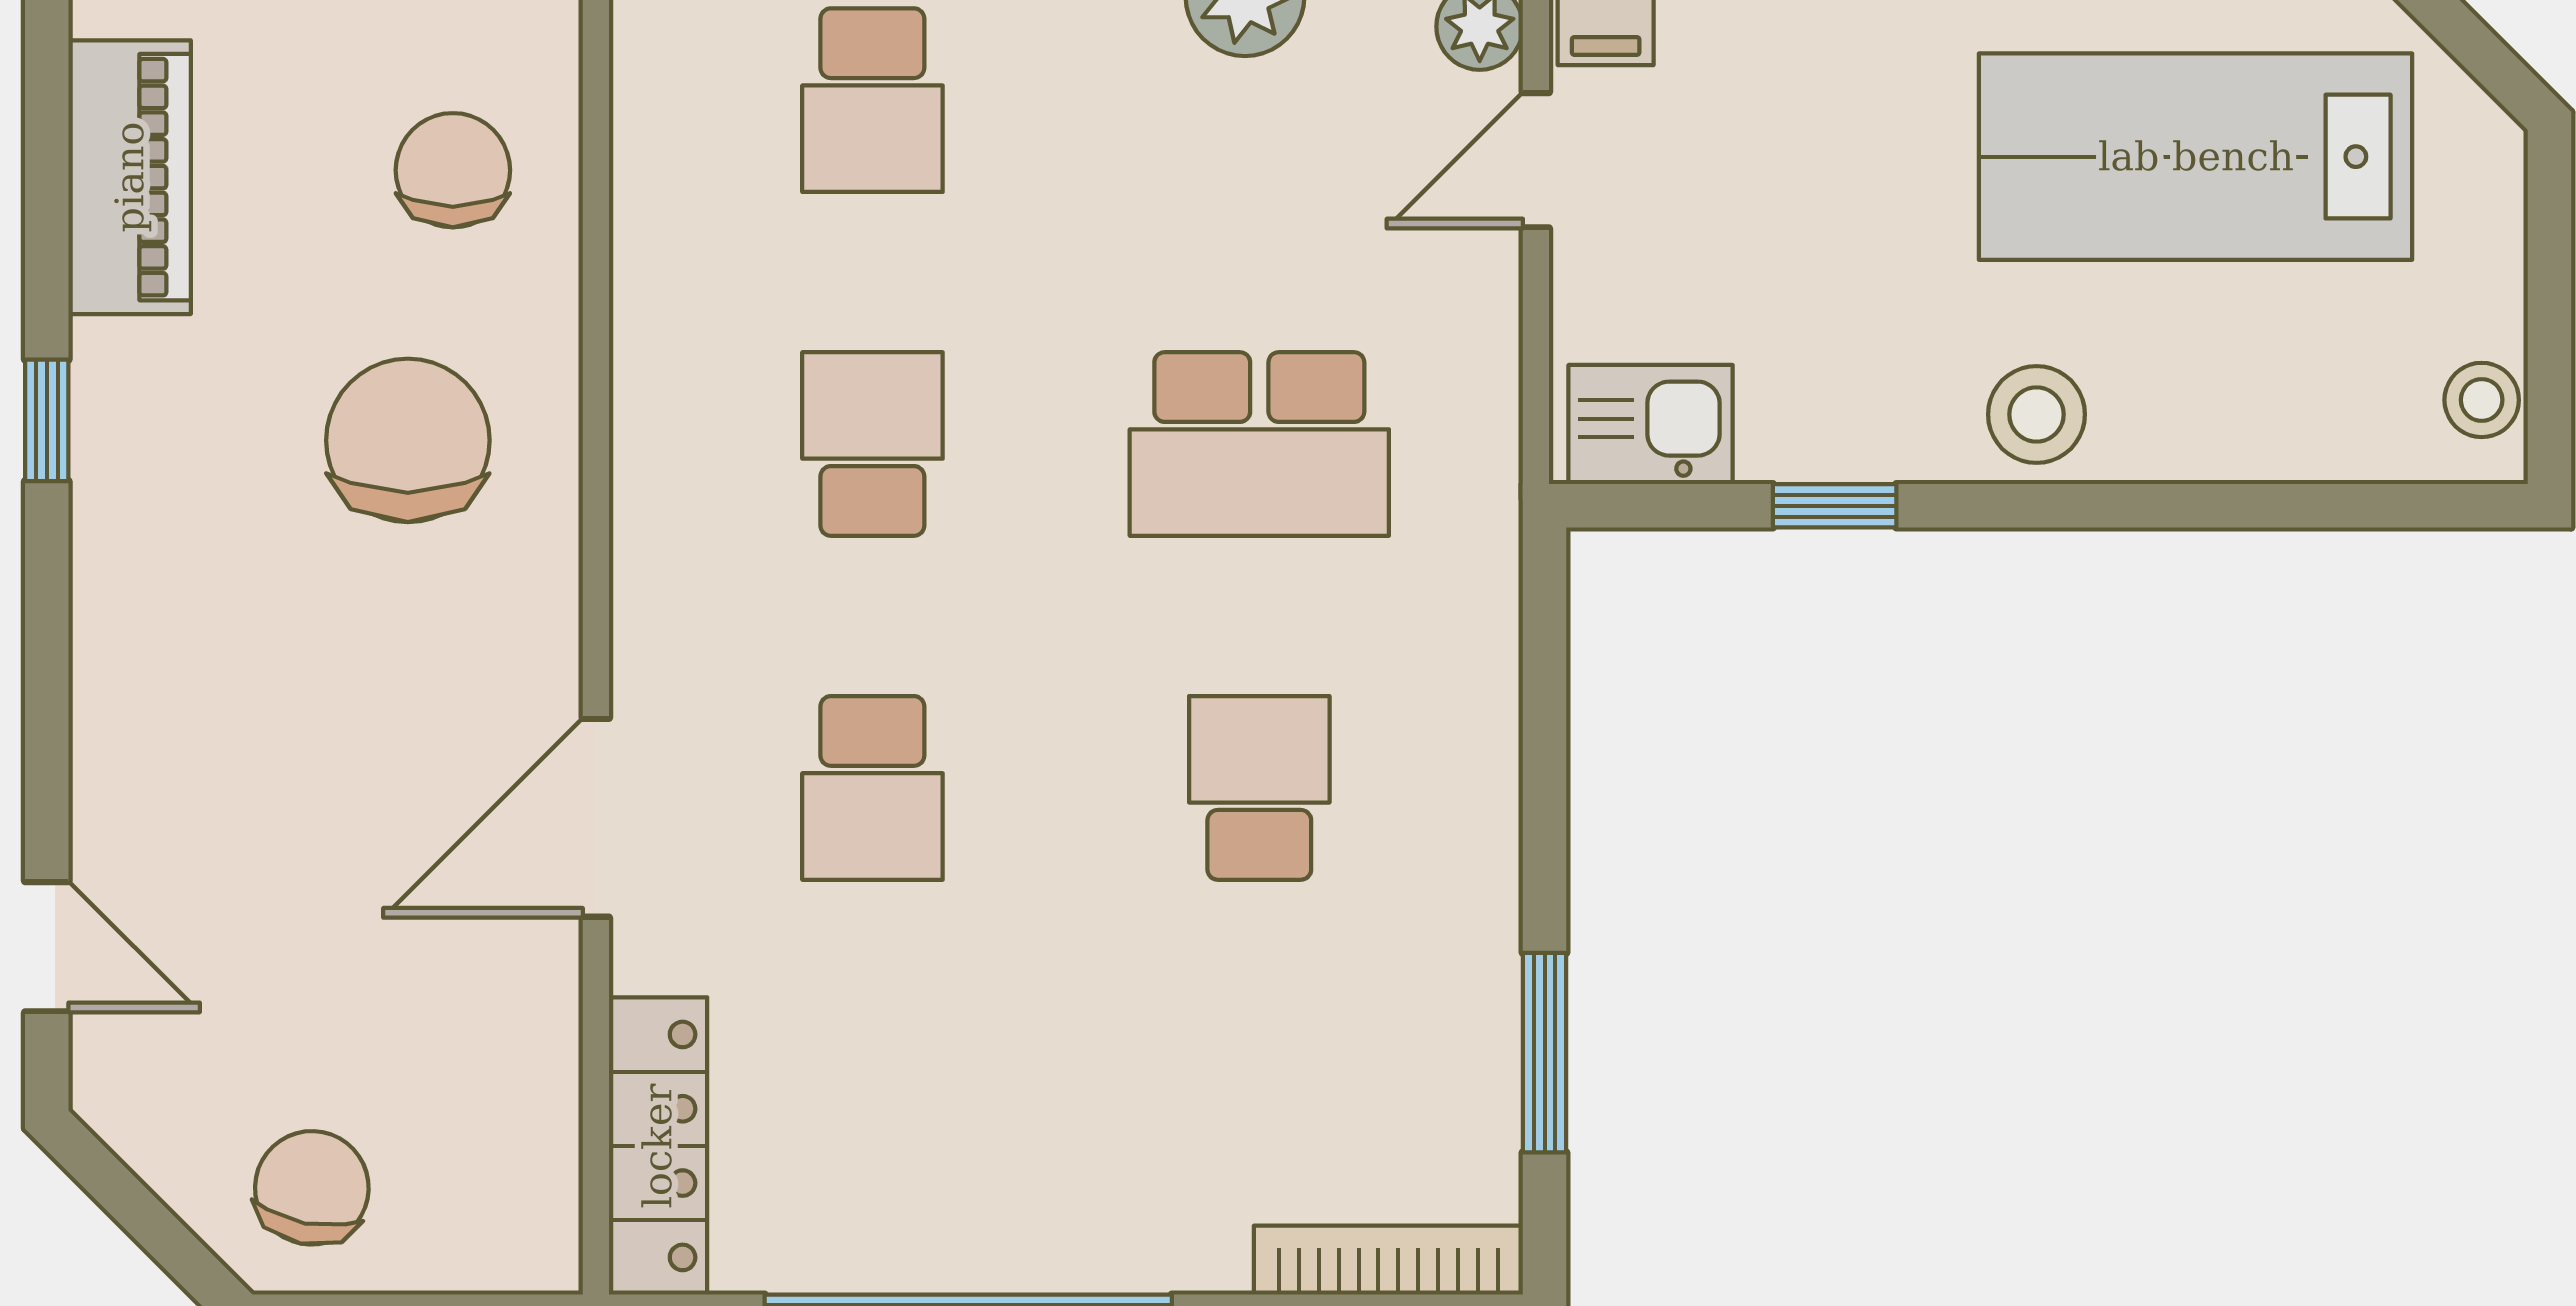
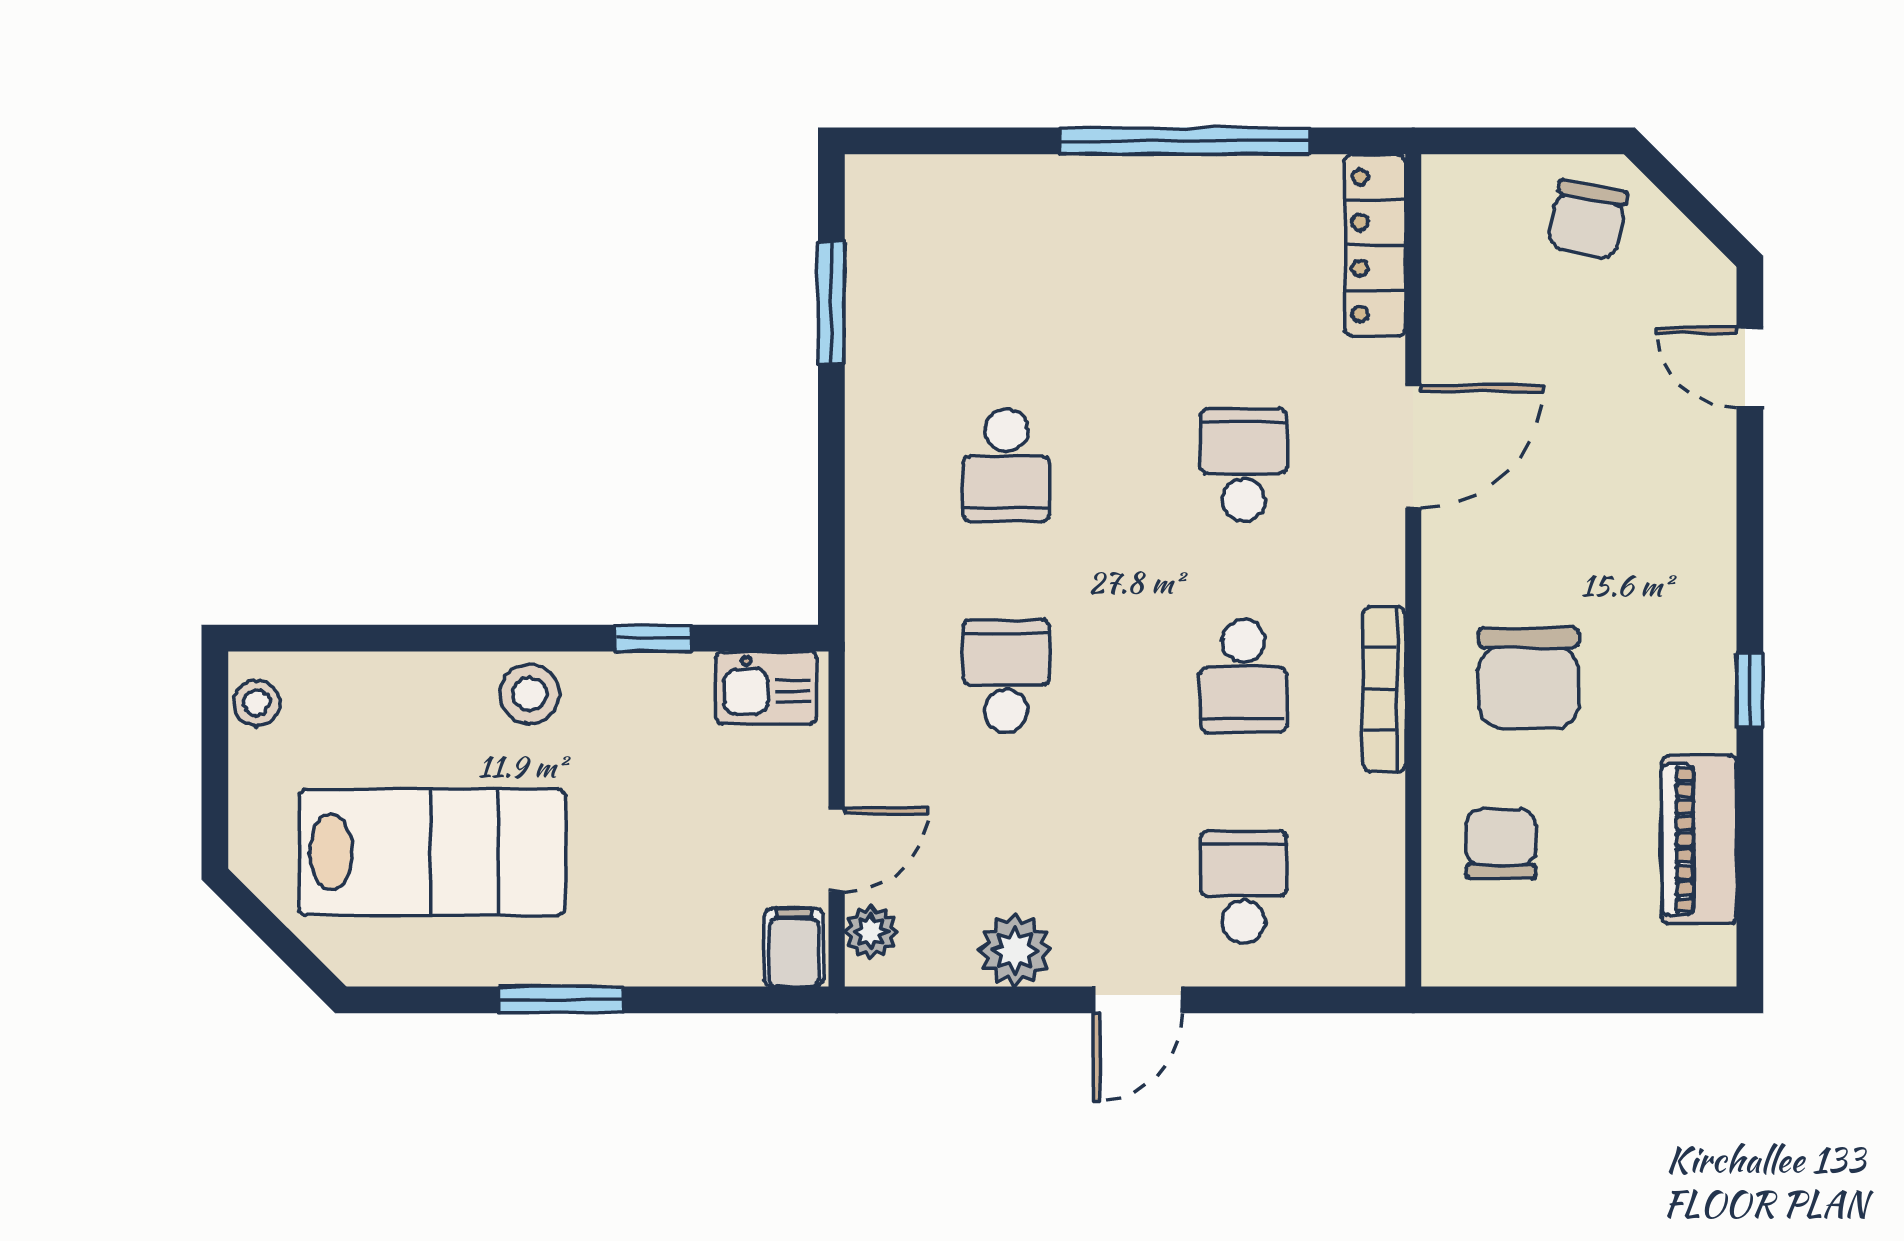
chair: (453, 170) -> (1501, 844), turned 180
school desk: (1259, 444) -> (1006, 676), width x0.54
bookcase: (1388, 1260) -> (1384, 689), moved, turned 90

